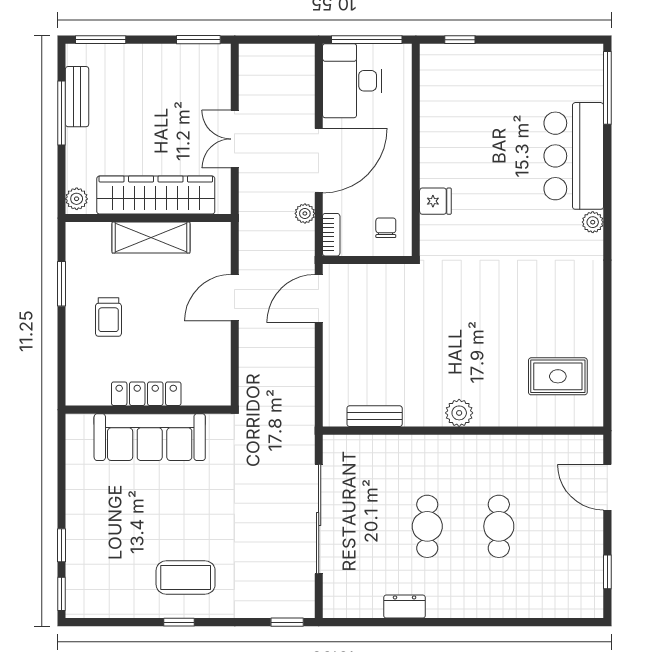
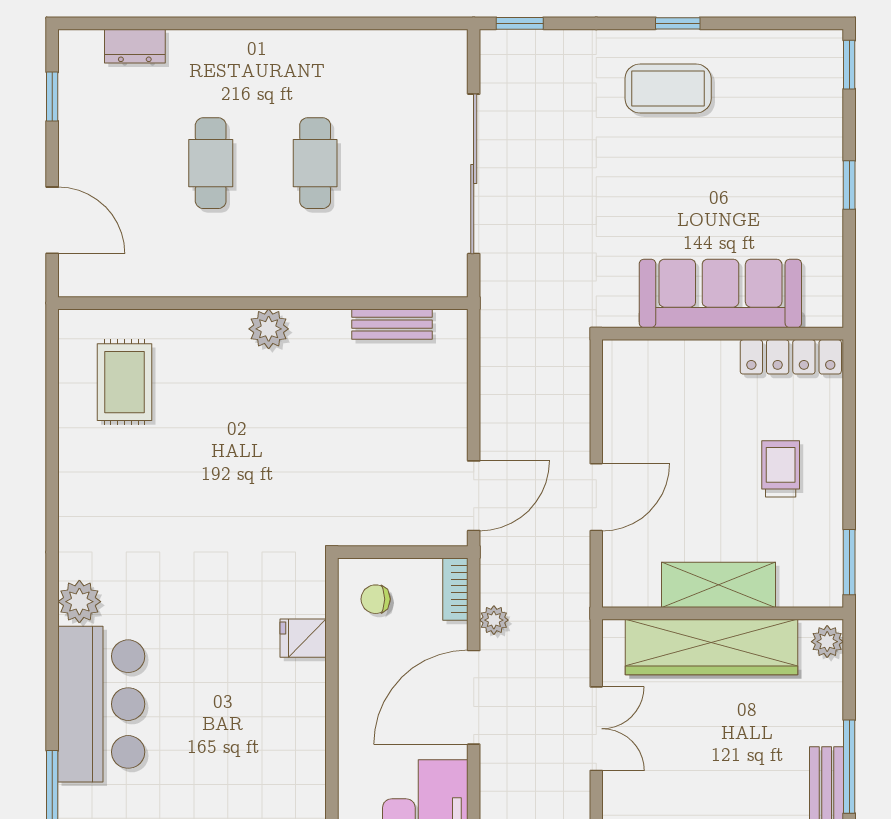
plant: (593, 222) -> (79, 602), width x1.38, depth x1.38
chair: (386, 228) -> (376, 599), turned 90
window: (62, 284) -> (849, 562), moved
rug: (558, 376) -> (124, 382), turned 90
locker: (146, 394) -> (791, 357), moved
window: (62, 545) -> (849, 185), moved
dresser: (405, 607) -> (135, 46), moved

